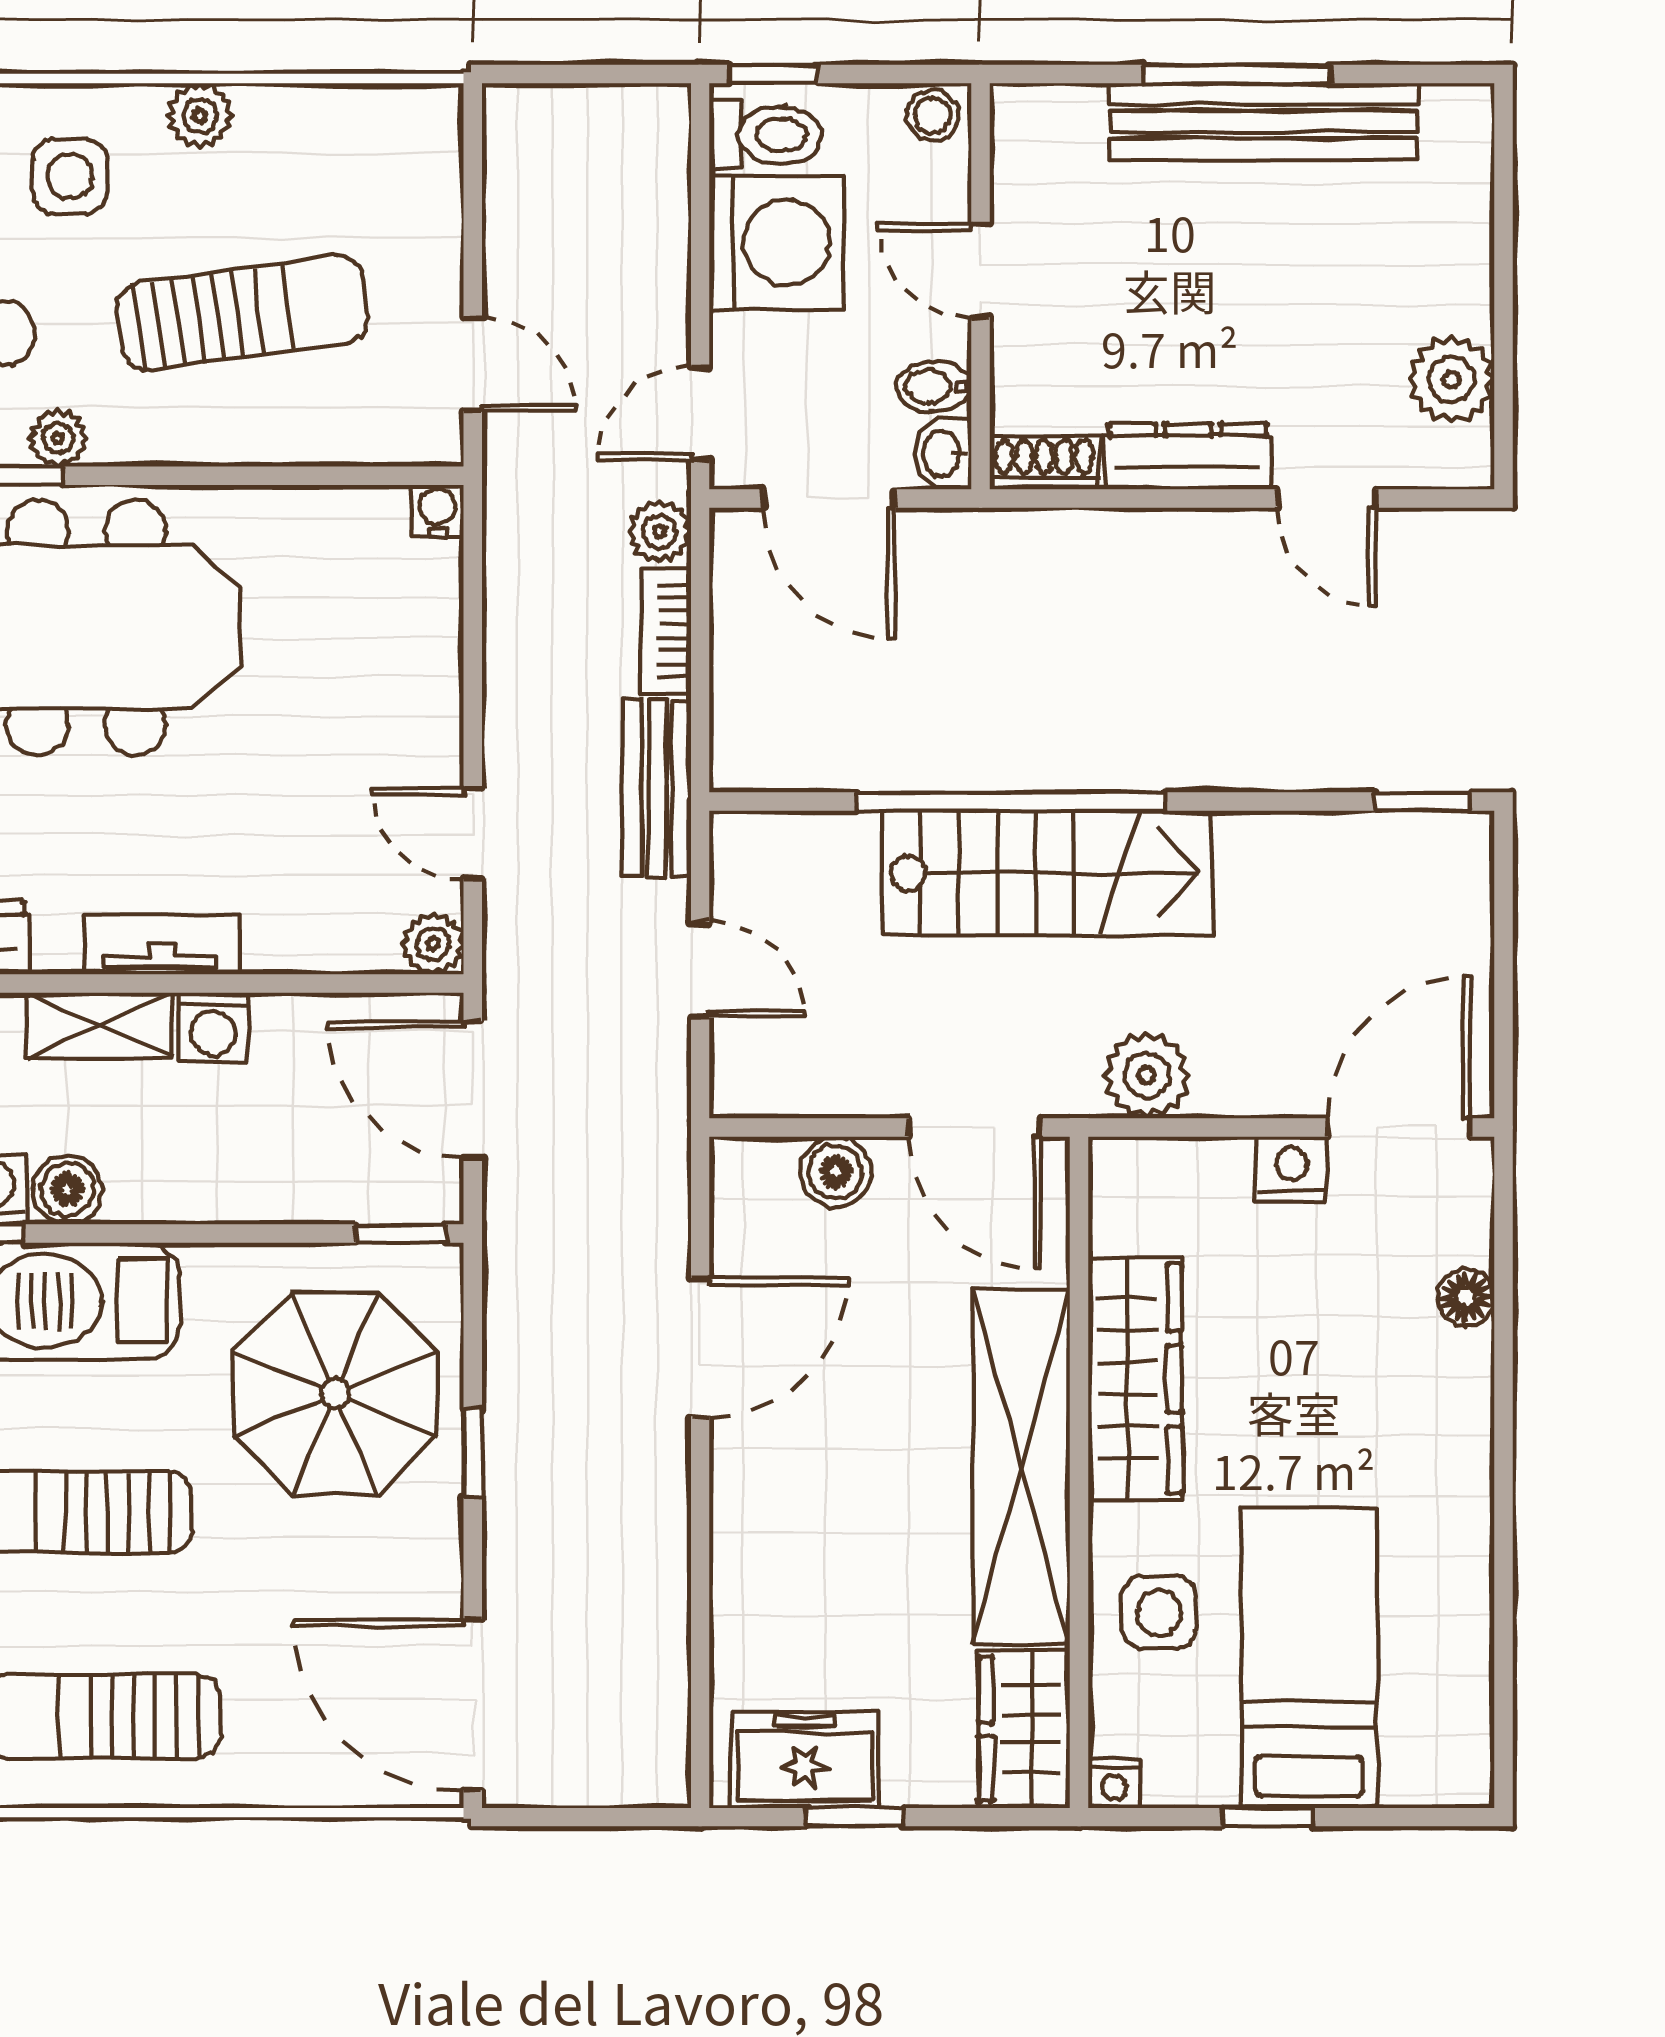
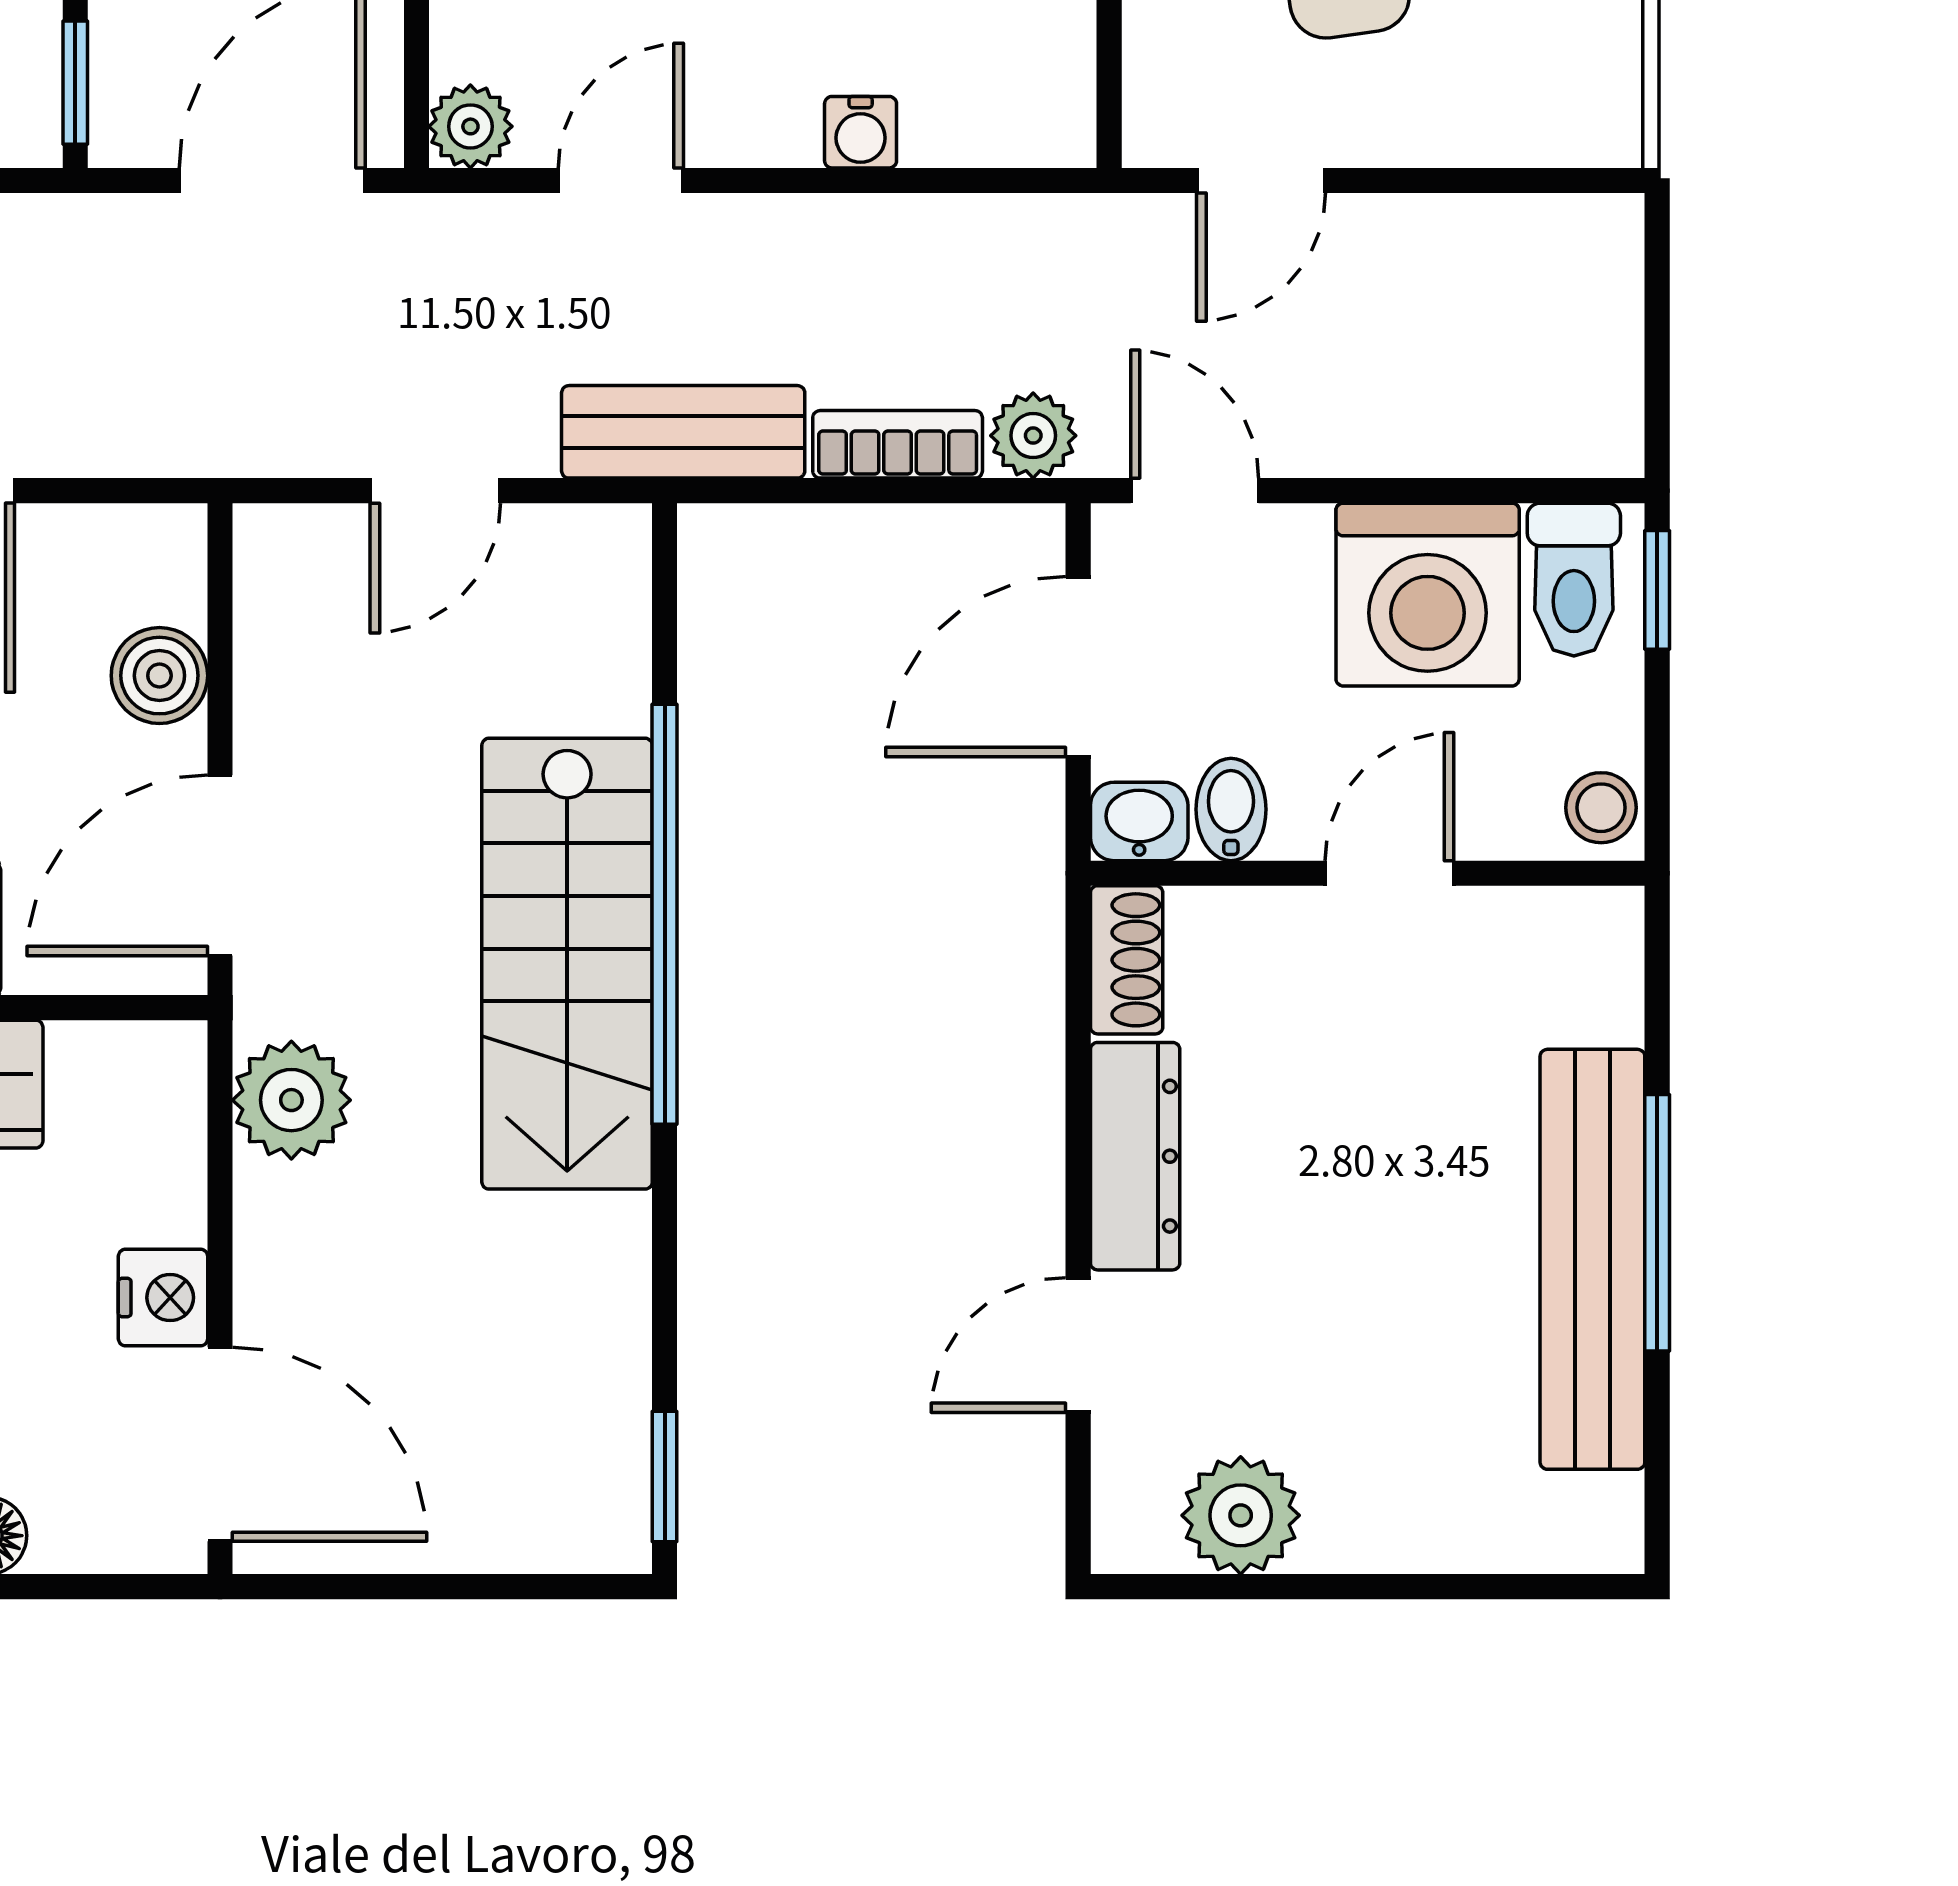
water cooler: (437, 511) -> (861, 132), moved, turned 90

